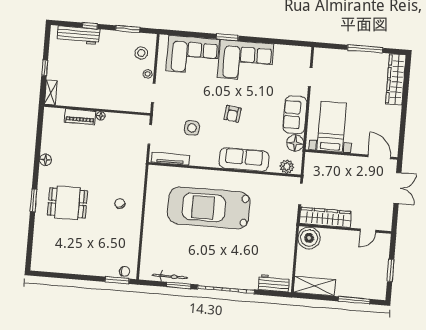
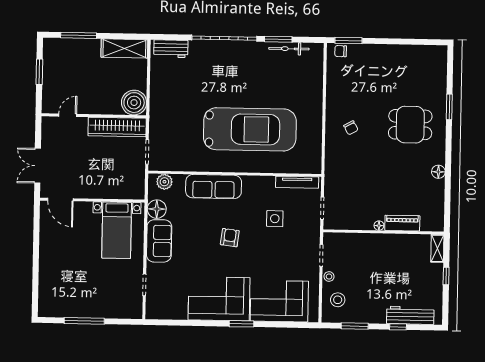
wardrobe: (396, 79) -> (47, 288), removed
window: (34, 200) -> (449, 107), moved

